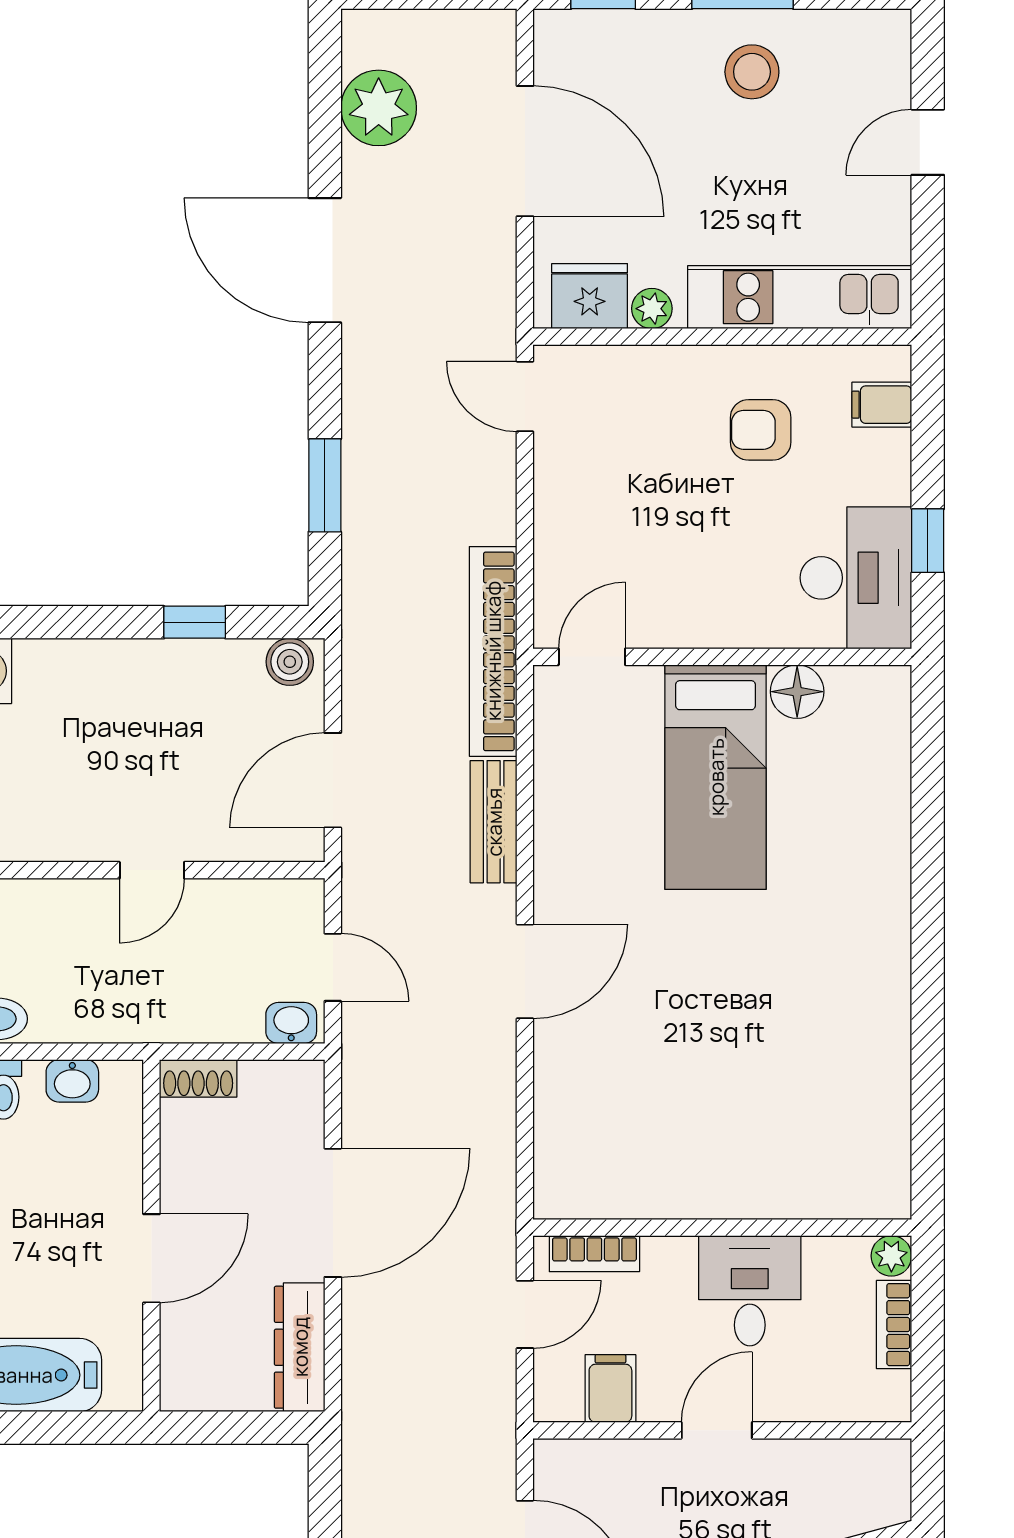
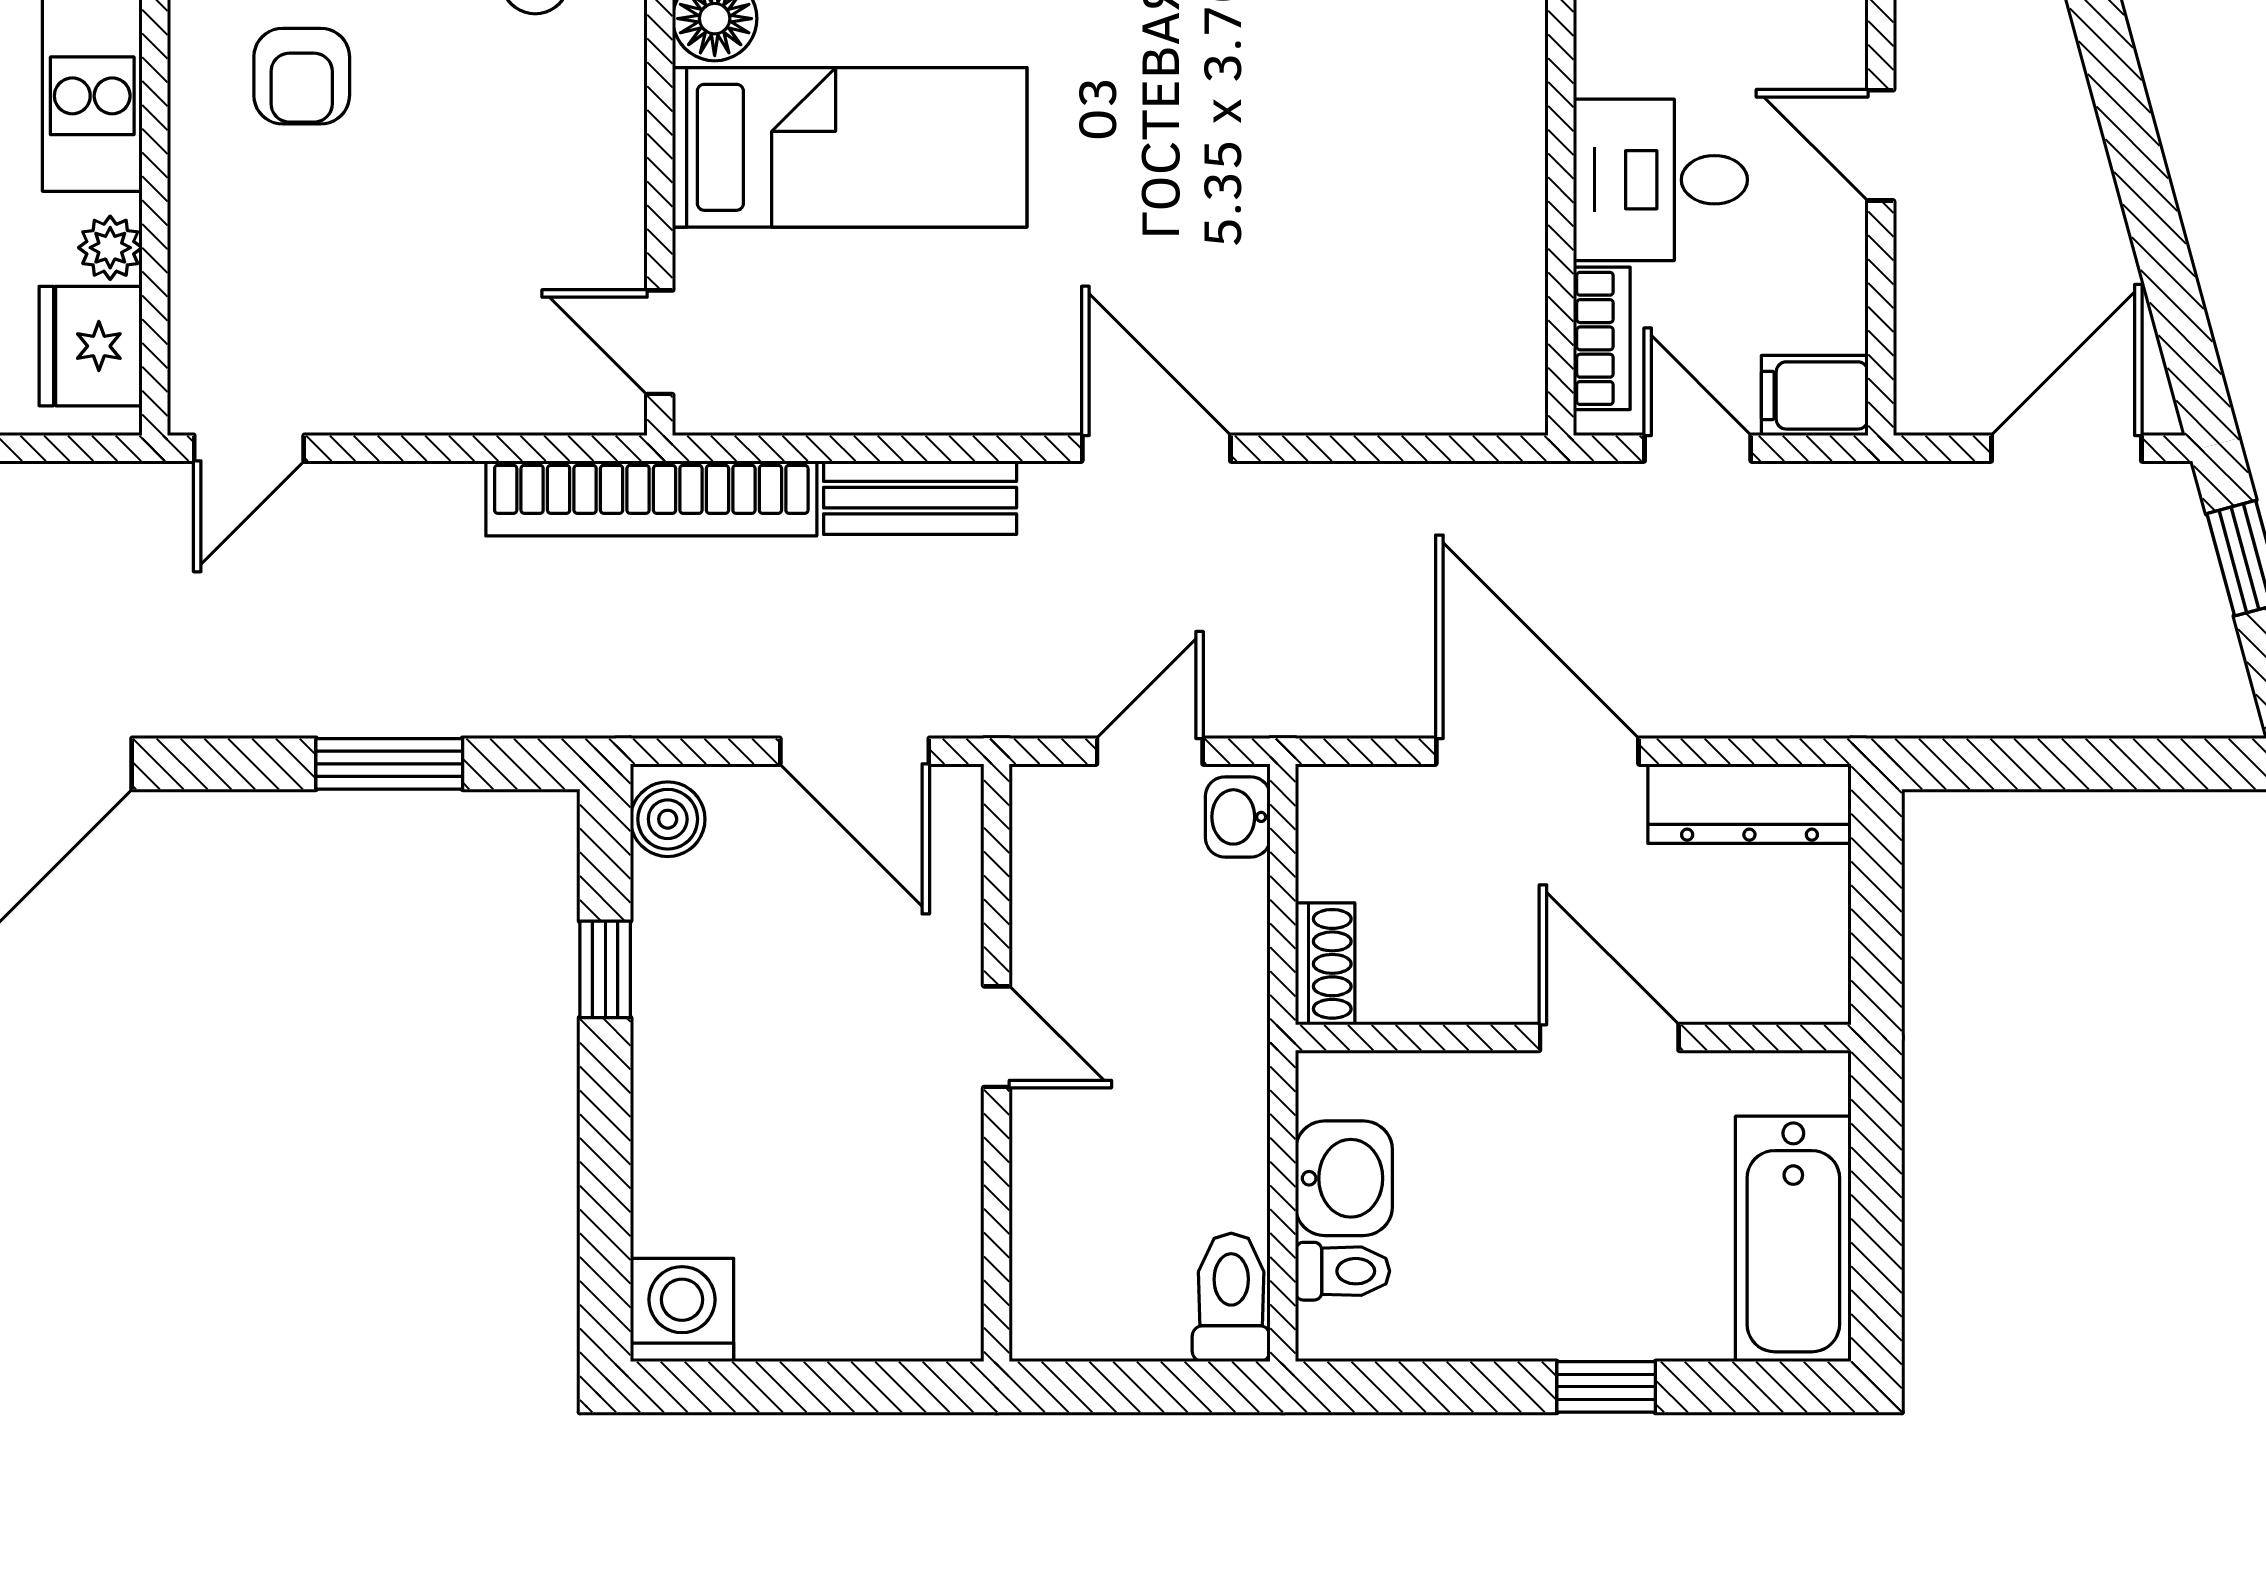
washbasin: (72, 1081) -> (1344, 1178), width x1.38, depth x1.45
desk: (750, 1291) -> (1660, 180), moved
filing cabinet: (610, 1389) -> (1815, 395), moved

